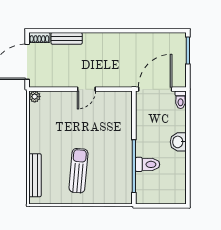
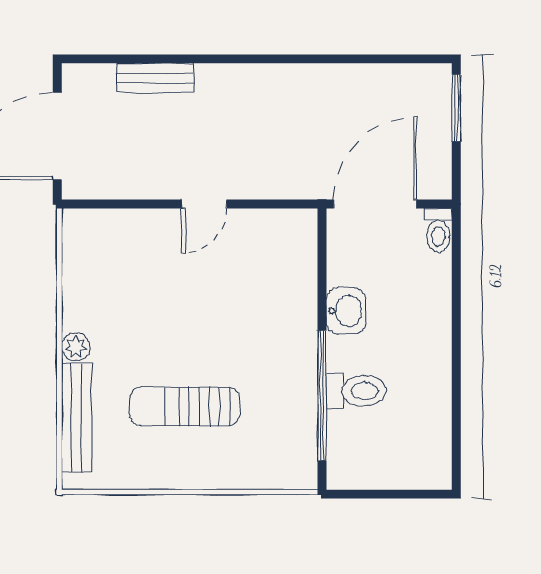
shoe rack: (39, 38) -> (88, 76), removed
plant: (35, 97) -> (76, 347), moved
washbasin: (178, 142) -> (346, 311), moved, turned 180
sun lounger: (78, 171) -> (185, 406), turned -95

